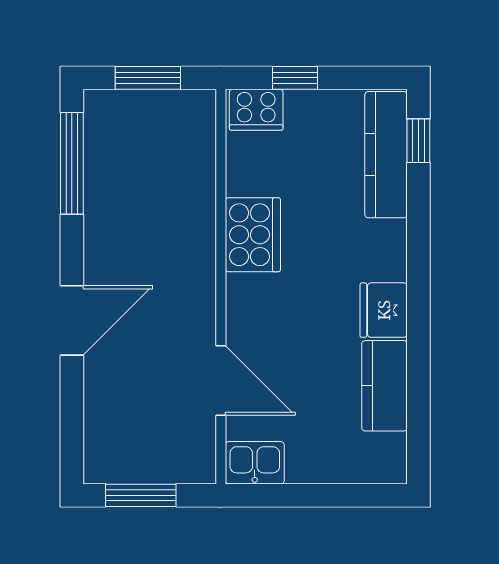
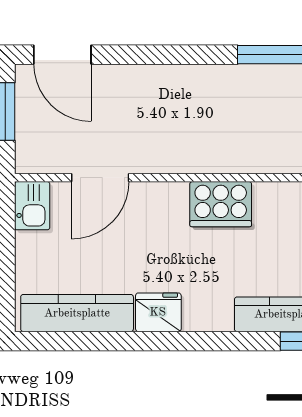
door: (72, 320) -> (62, 55), moved
kitchen counter: (384, 386) -> (77, 313), width x1.50

